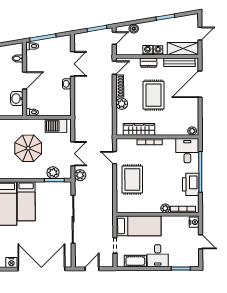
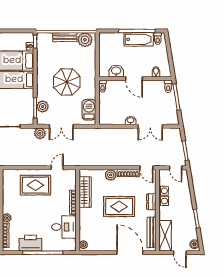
boiler: (134, 29) -> (194, 244), moved
washing machine: (158, 50) -> (164, 191), moved
desk: (187, 151) -> (64, 227), moved

